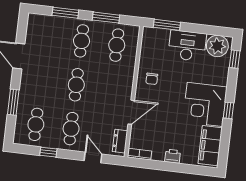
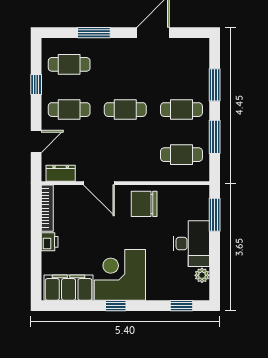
plant: (217, 46) -> (202, 275), width x0.53, depth x0.53
chair: (152, 79) -> (144, 204), width x1.87, depth x1.87
bookcase: (139, 154) -> (47, 208), width x1.56

